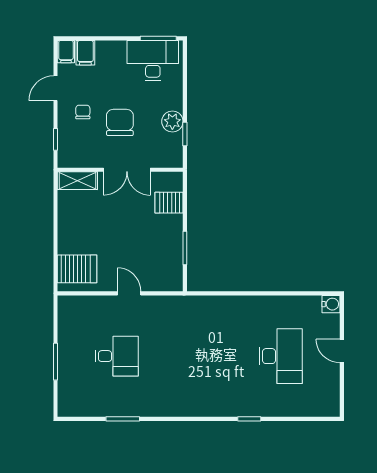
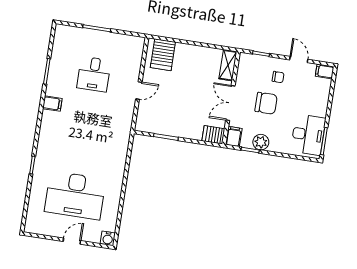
filing cabinet: (85, 53) -> (234, 137), moved, turned 90
server rack: (169, 203) -> (213, 135), moved, turned -90
desk: (281, 356) -> (75, 195), width x1.36, depth x1.30
filing cabinet: (164, 405) -> (52, 104), added

